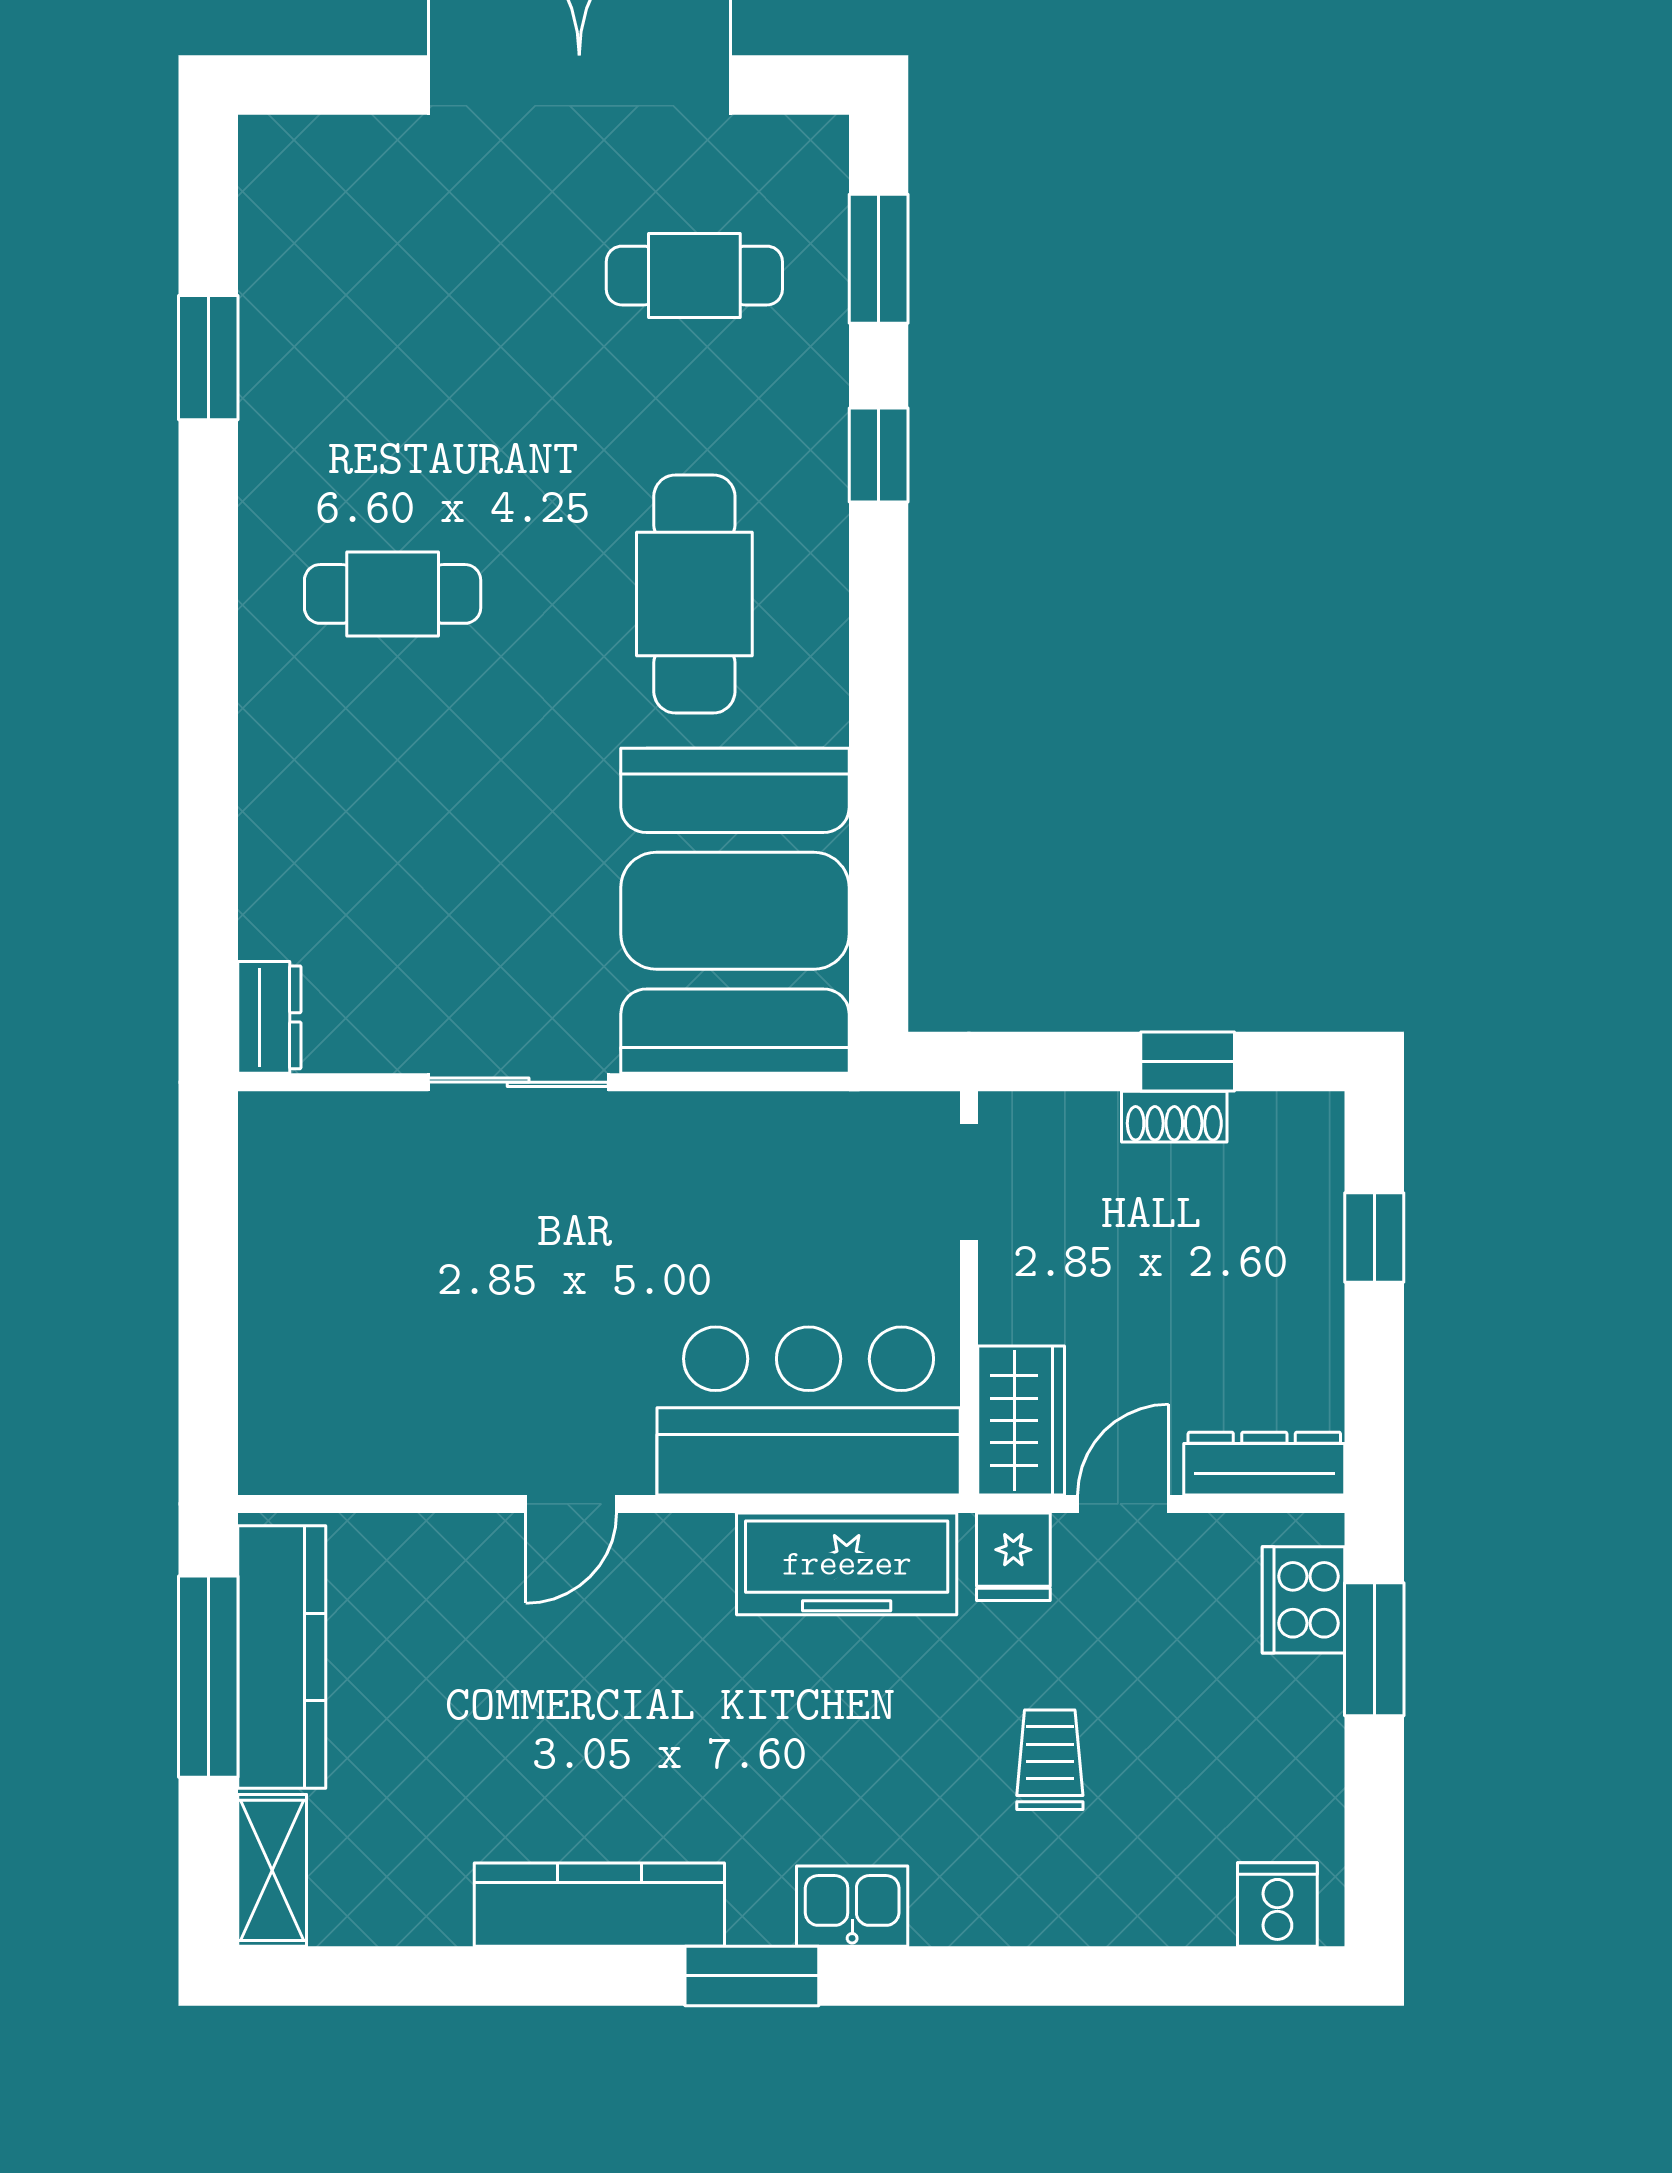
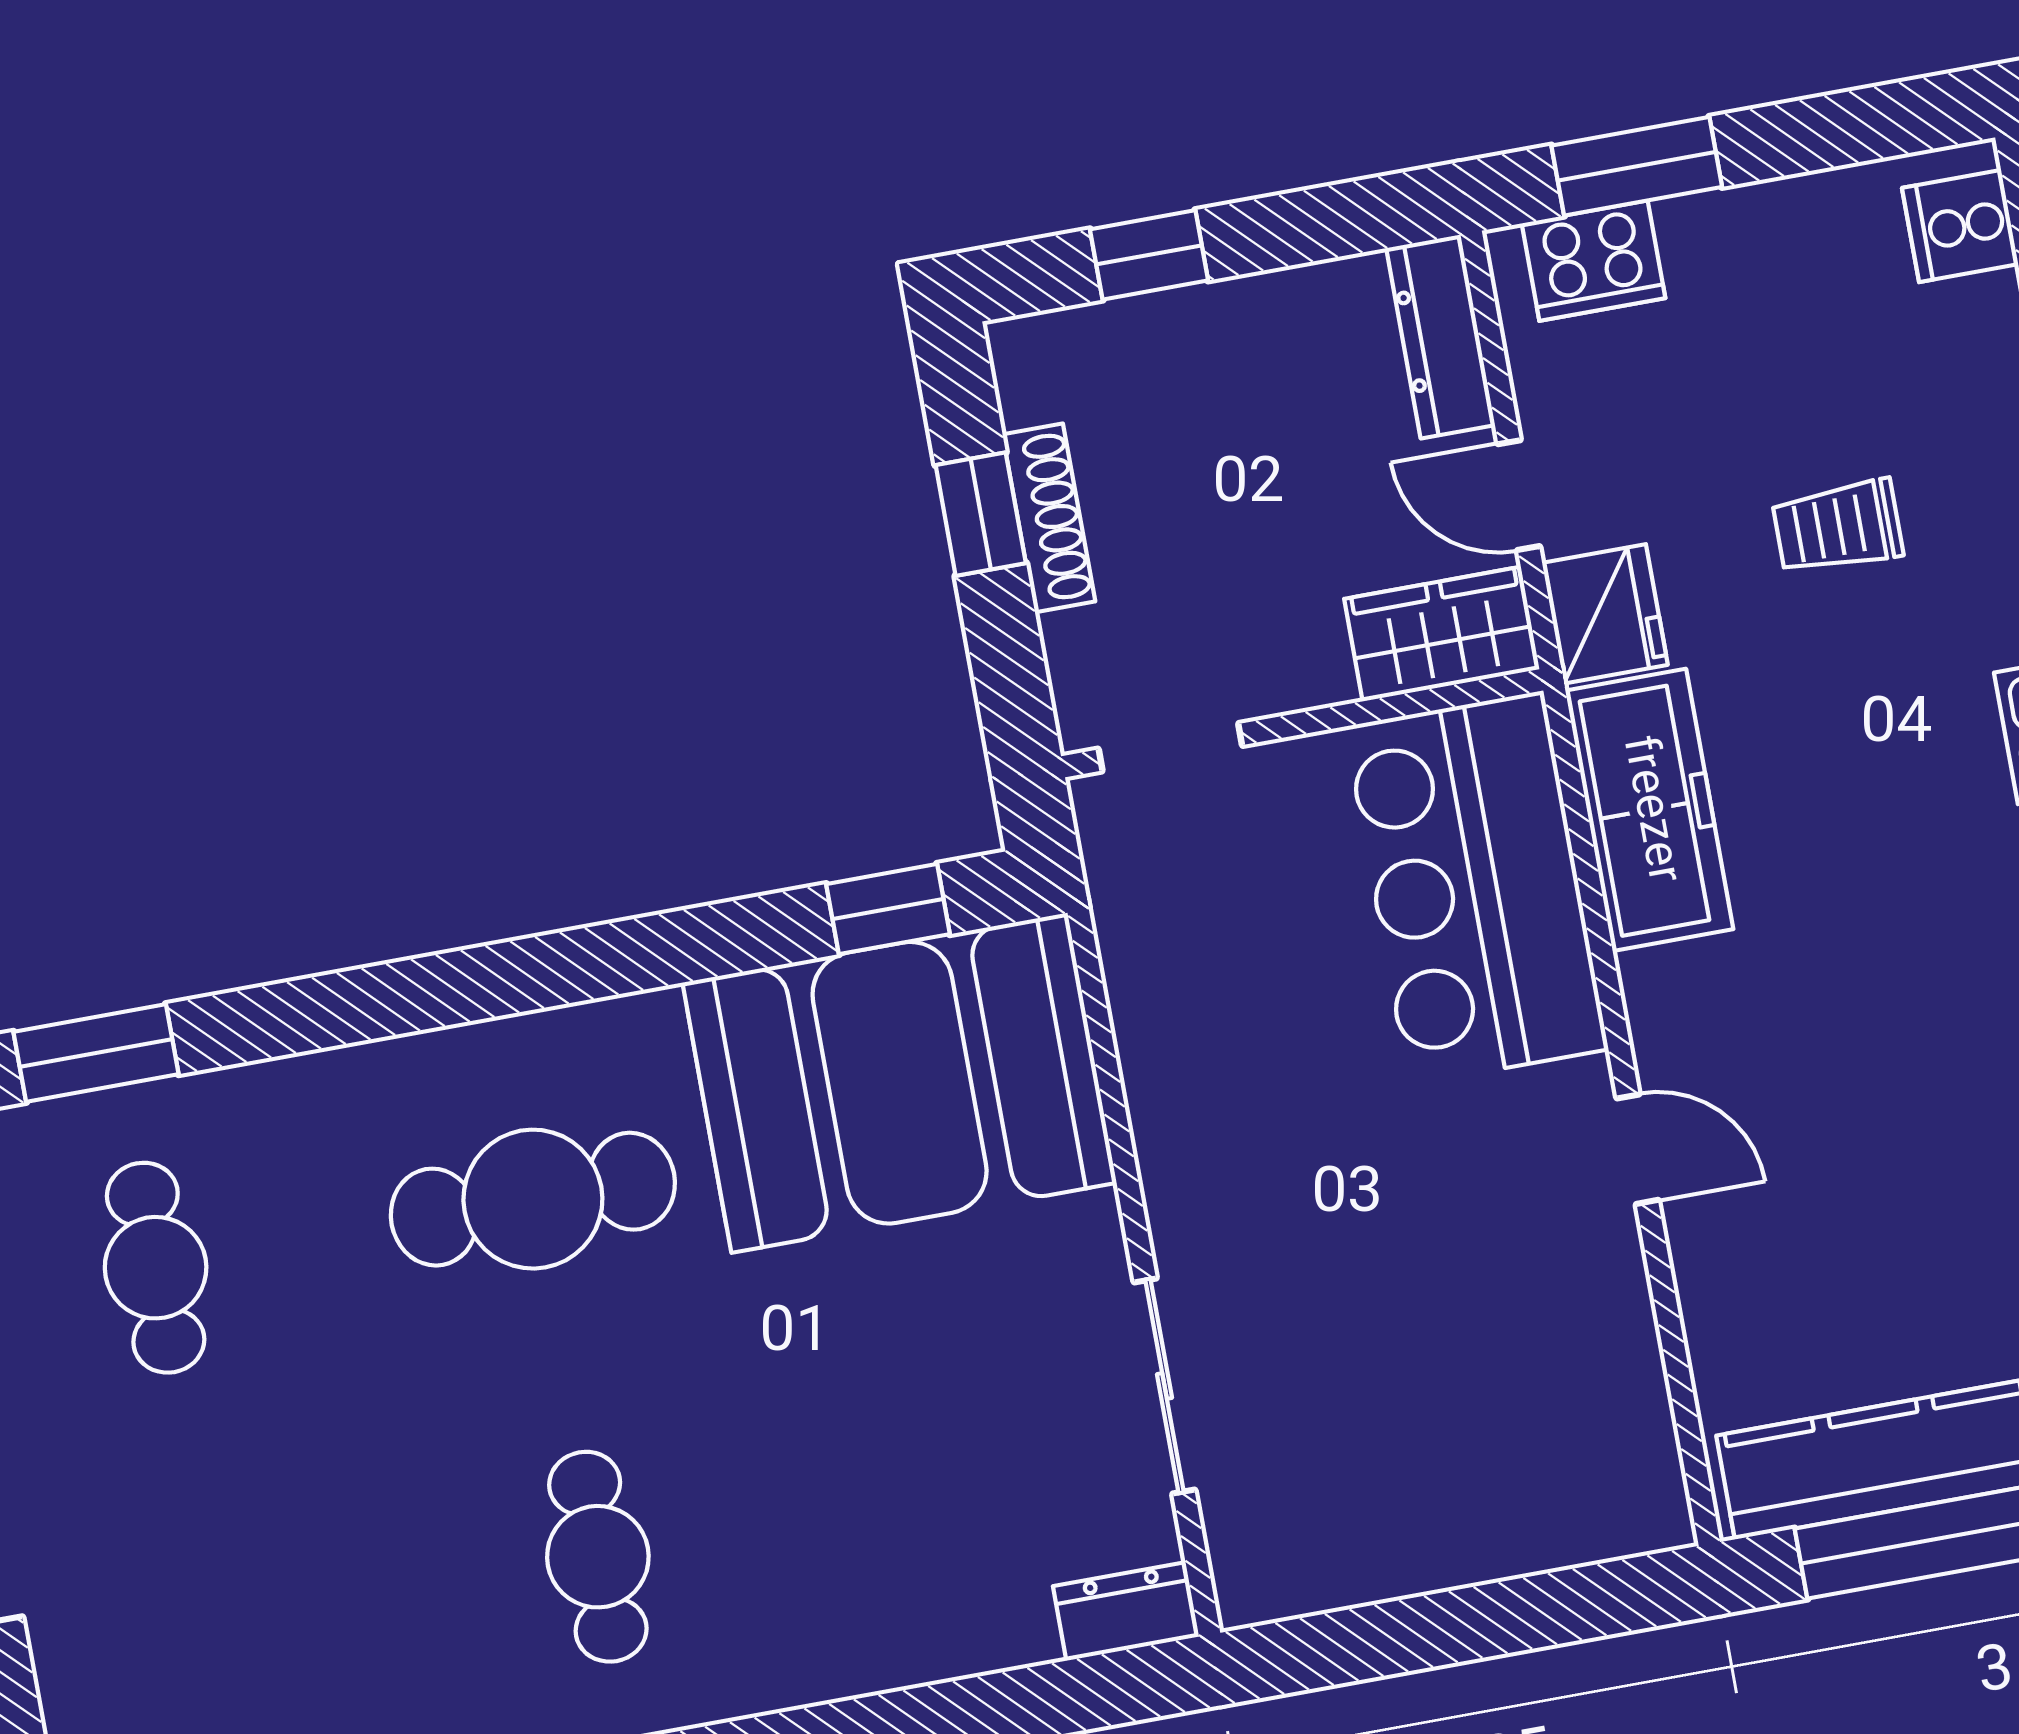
window: (879, 455) -> (888, 909), moved
sliding door: (518, 1082) -> (1165, 1386), moved
shoe rack: (1174, 1117) -> (1049, 518), width x1.43
fridge: (1013, 1557) -> (1605, 614), width x1.38

